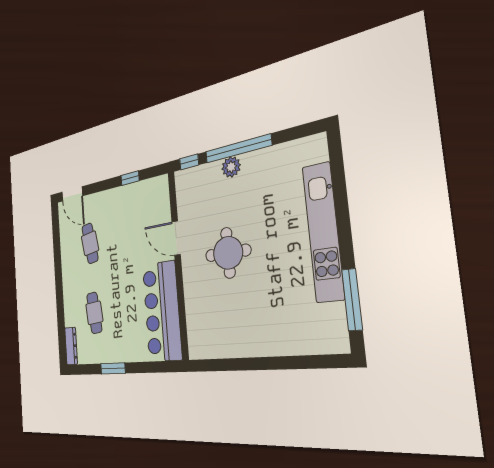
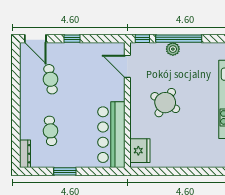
window: (130, 178) -> (72, 39), moved
door: (176, 238) -> (127, 66), moved
round table: (228, 253) -> (165, 103), turned 31
fridge: (200, 333) -> (140, 151), added

